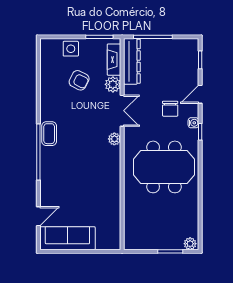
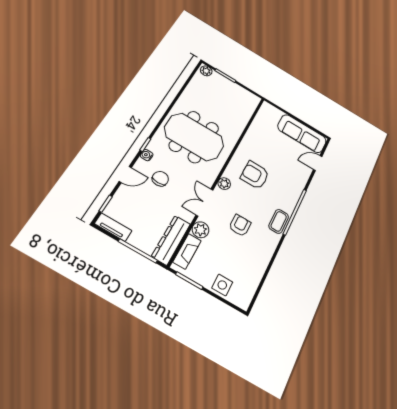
tv unit: (183, 44) -> (113, 227), added
armchair: (79, 80) -> (240, 225), moved, turned 63
armchair: (92, 165) -> (255, 175), added

